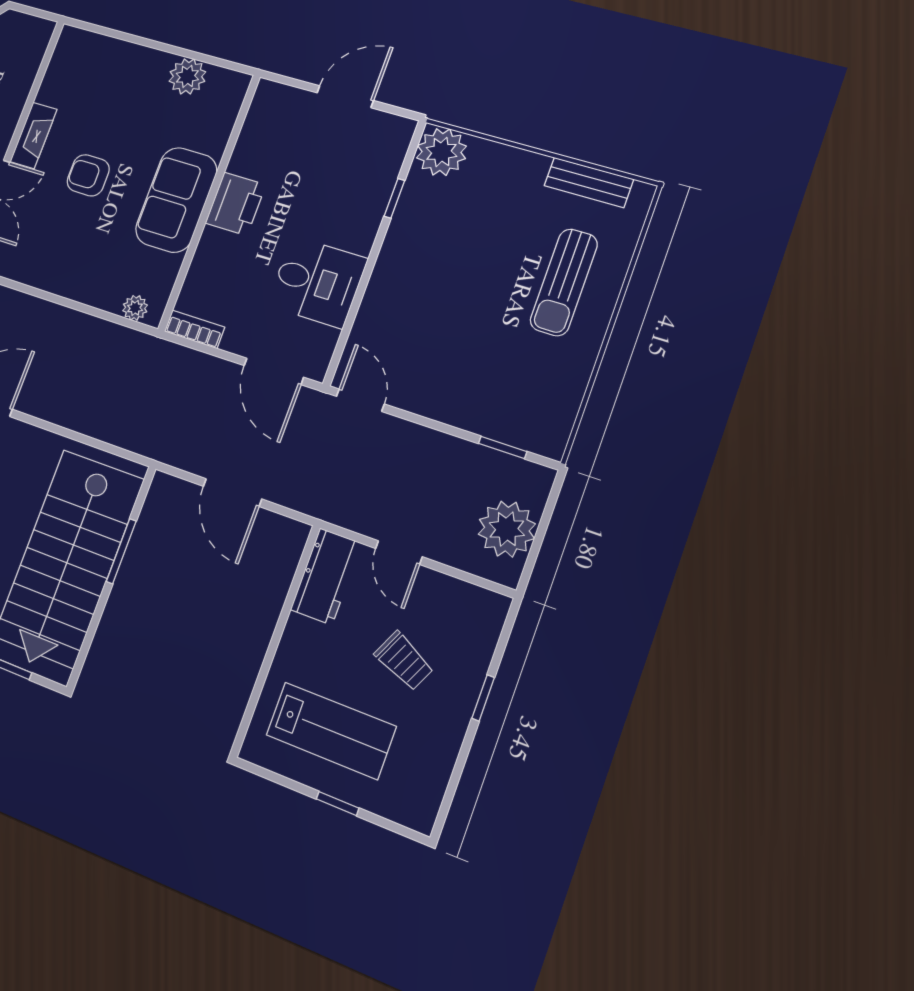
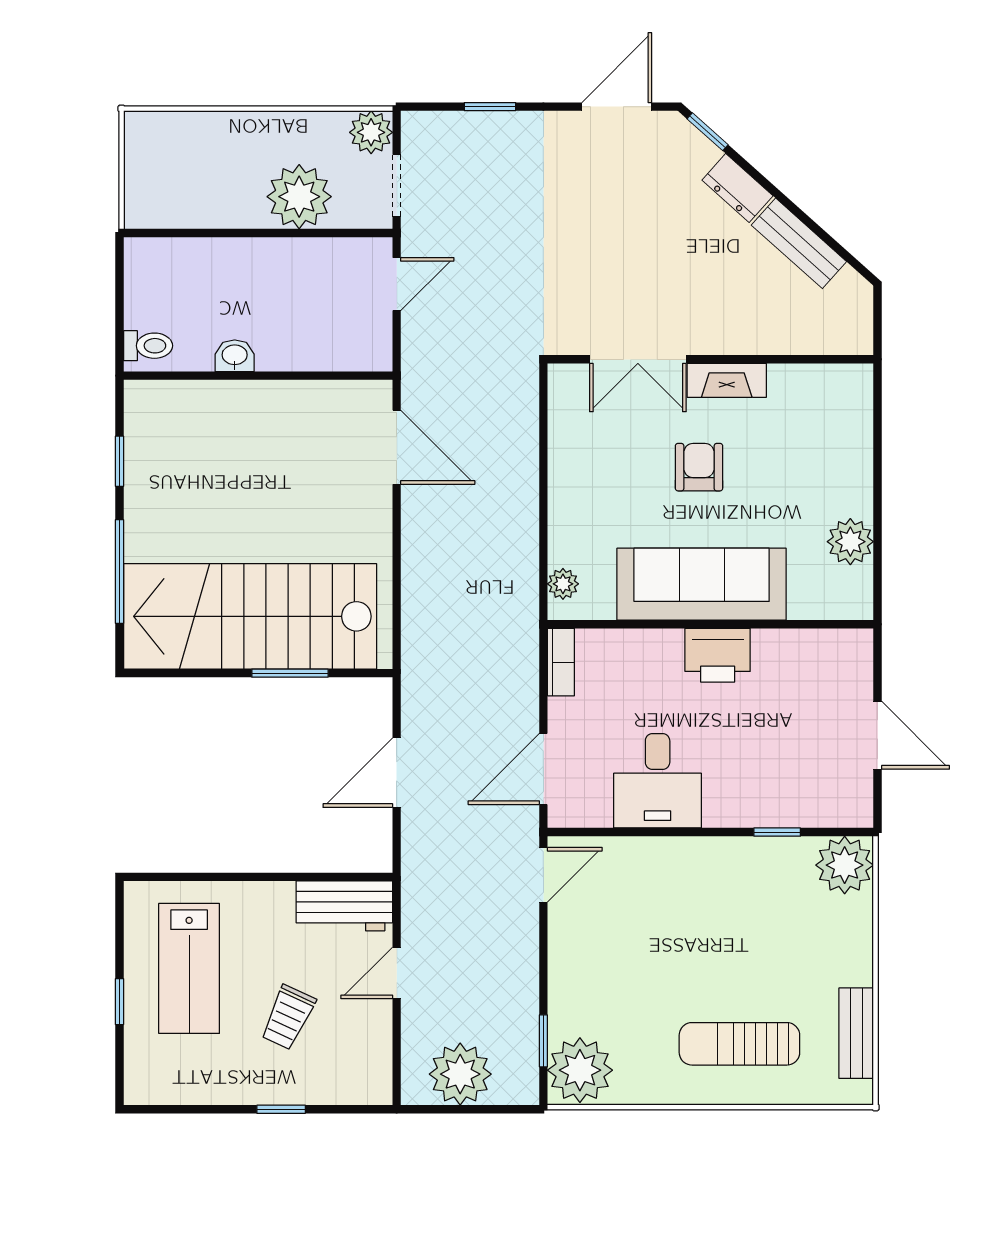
sofa: (176, 200) -> (702, 584), width x1.36
plant: (540, 425) -> (580, 1070), added

